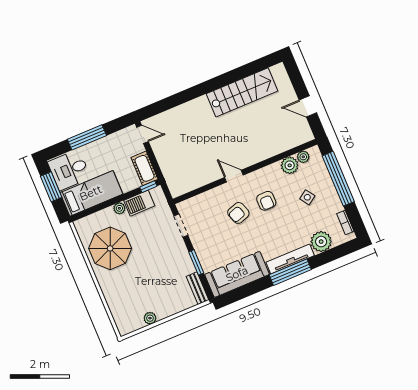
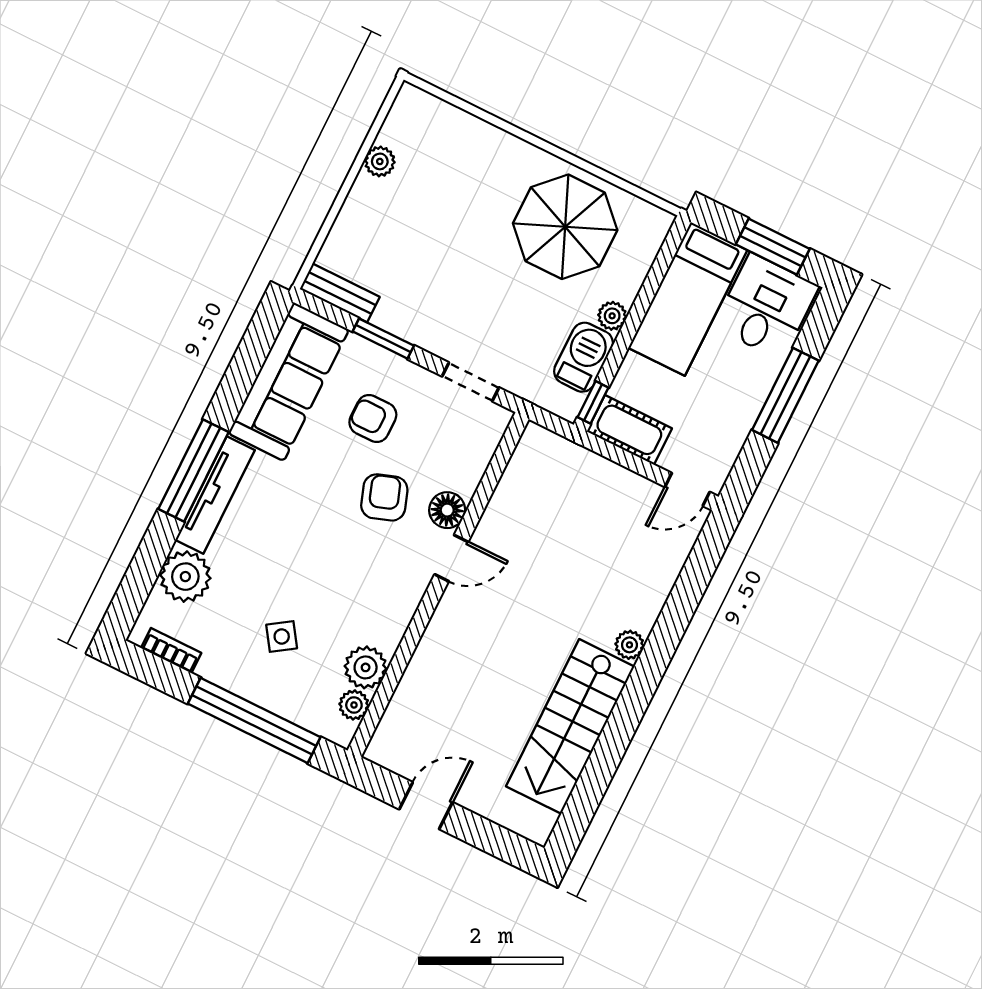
plant: (202, 102) -> (629, 645), added
floor lamp: (222, 192) -> (447, 510), added
armchair: (266, 201) -> (373, 419), moved

